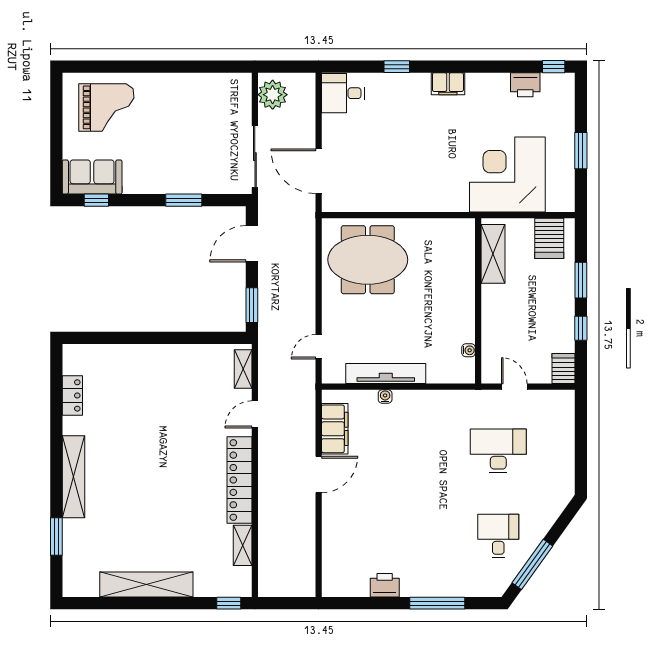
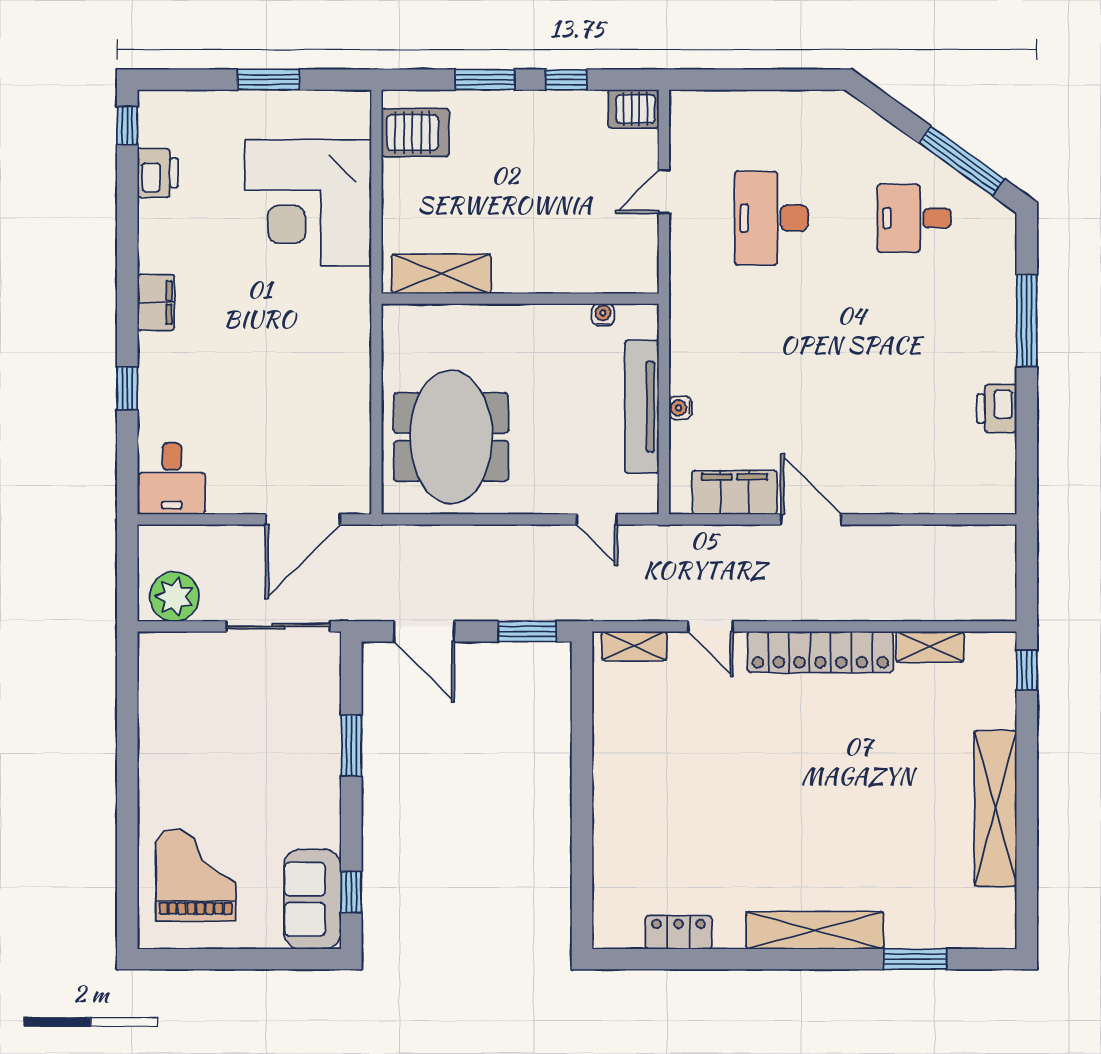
shelving: (493, 254) -> (441, 274), moved
wall: (478, 301) -> (520, 299), moved
water cooler: (469, 350) -> (603, 315), moved

